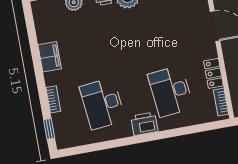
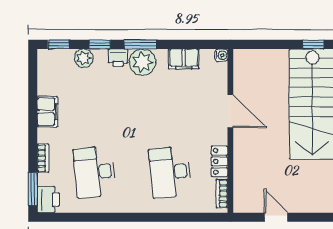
printer: (144, 124) -> (48, 200), moved, turned 90
window: (49, 129) -> (33, 189), width x1.50

